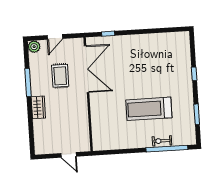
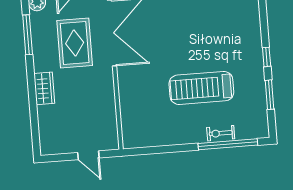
window: (194, 74) -> (267, 57), moved
rug: (60, 76) -> (75, 43), width x1.36, depth x1.43
window: (28, 82) -> (28, 35), moved

